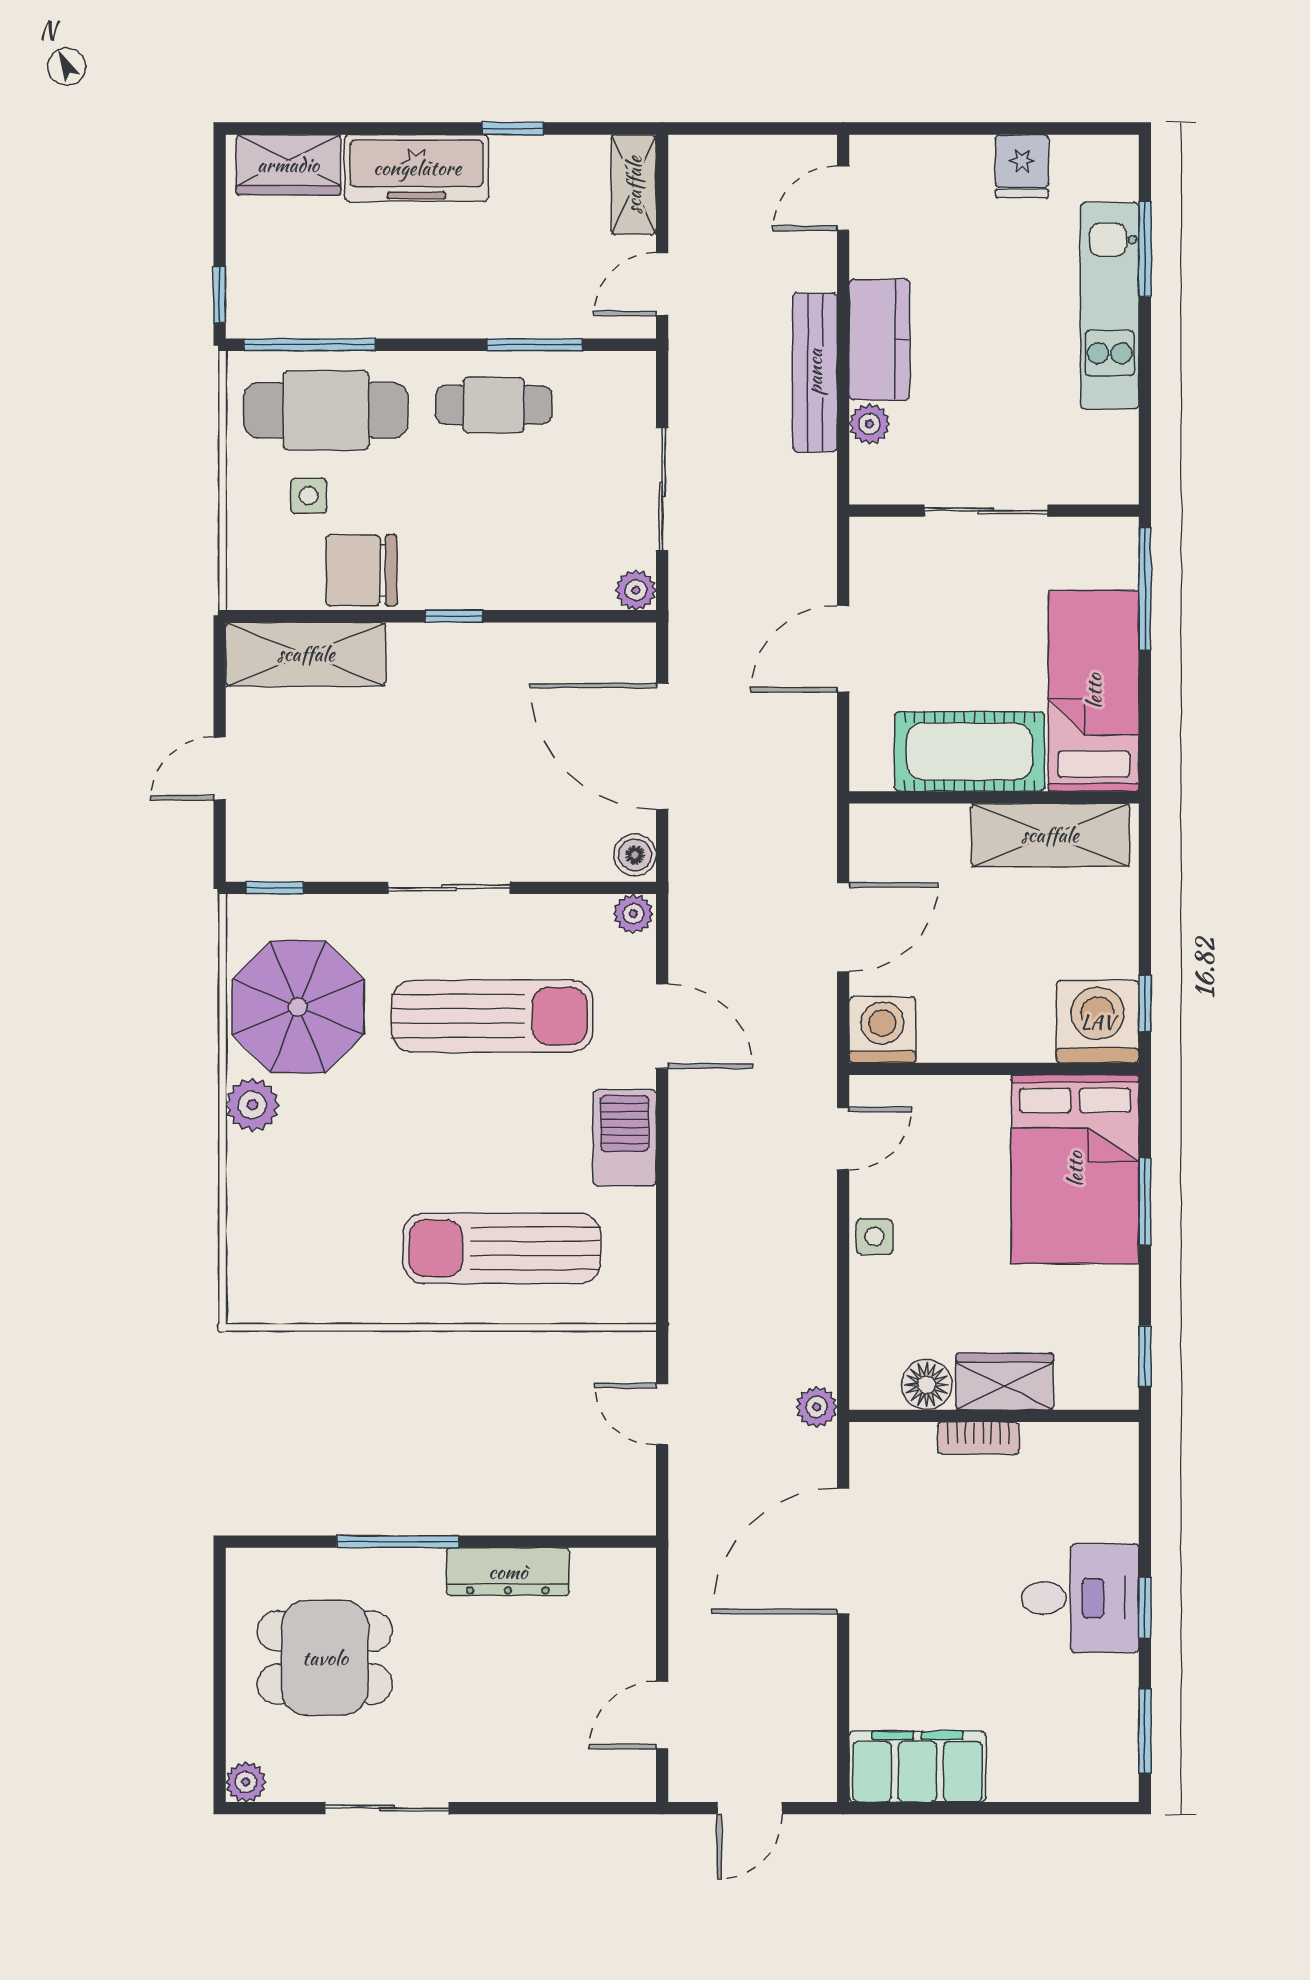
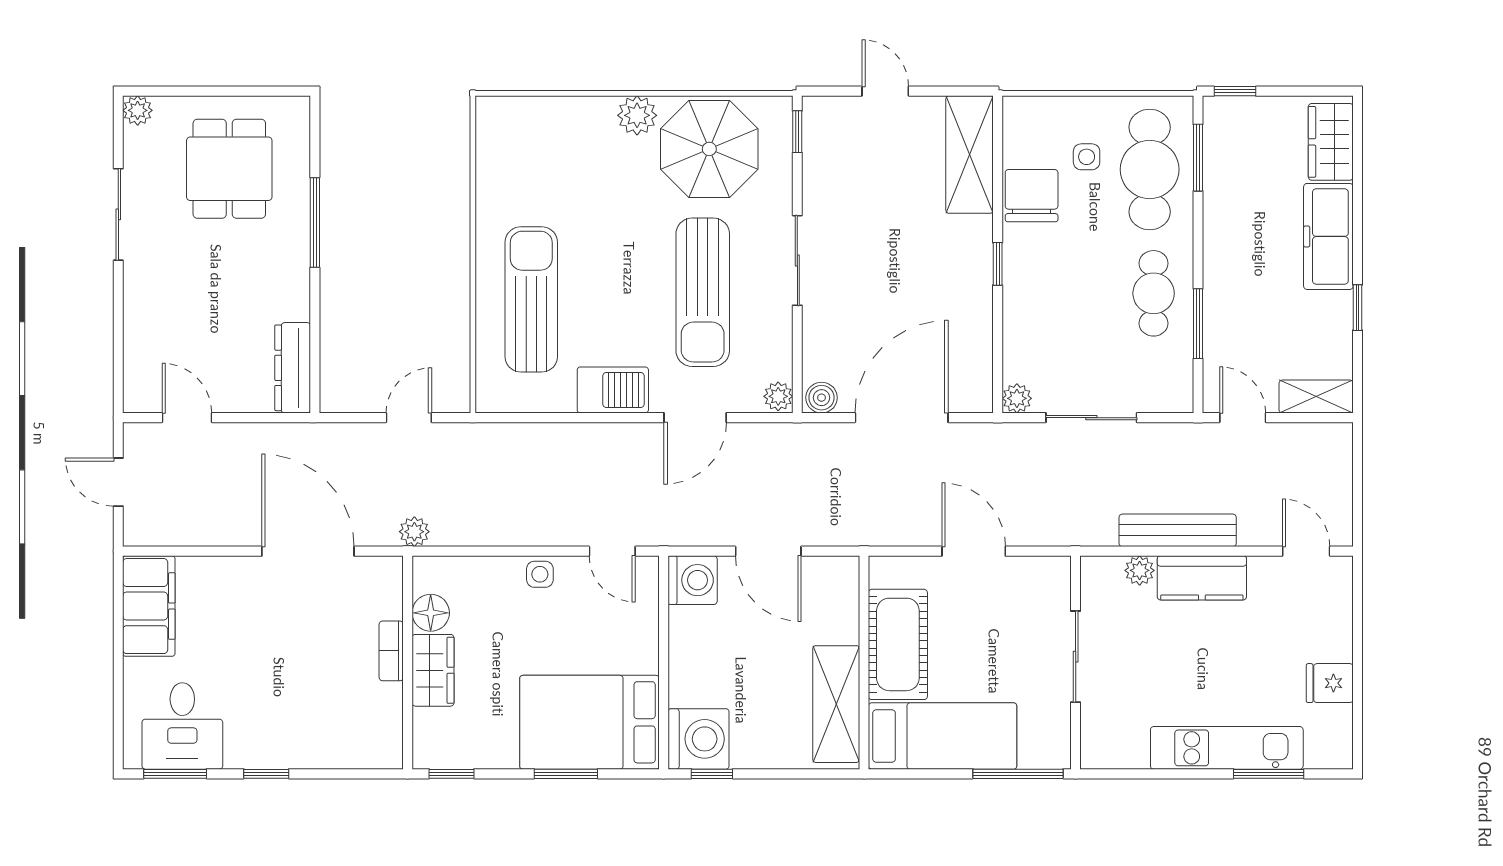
window: (310, 345) -> (1198, 158), width x0.69
dresser: (508, 1572) -> (293, 368), moved
desk: (1080, 1598) -> (182, 726), moved

